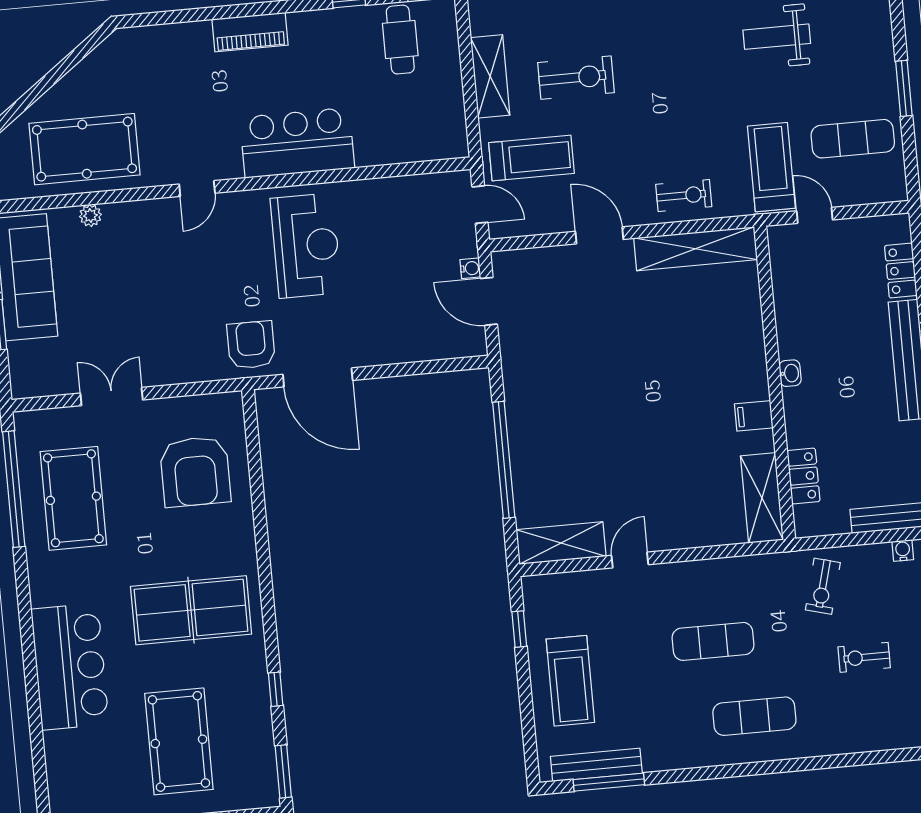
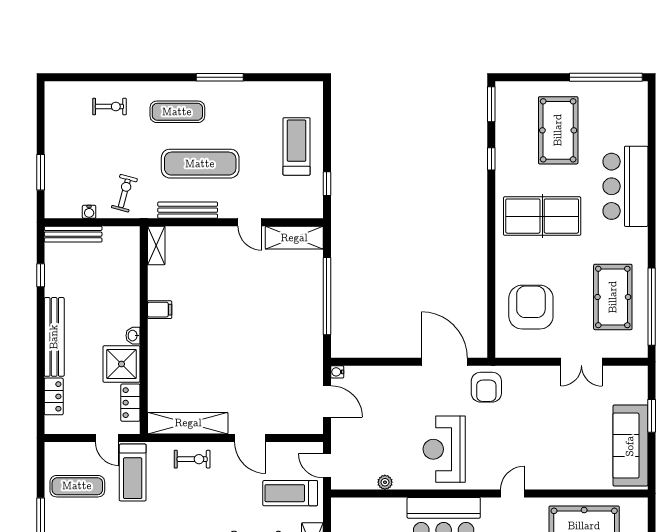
exercise bike: (684, 195) -> (192, 459), turned 180
plant: (90, 216) -> (385, 482), moved
water cooler: (470, 268) -> (337, 372), moved
shower: (803, 329) -> (121, 364), added
locker: (803, 476) -> (130, 403), moved
shelving: (762, 498) -> (156, 245), width x0.67, depth x0.75
water cooler: (903, 551) -> (89, 212), moved
door: (630, 560) -> (250, 222), hinge flipped
exercise mat: (713, 641) -> (200, 164), width x1.36, depth x1.45
exercise bike: (864, 657) -> (109, 106), moved
bench: (596, 765) -> (188, 210), moved
window: (609, 782) -> (220, 77), moved

